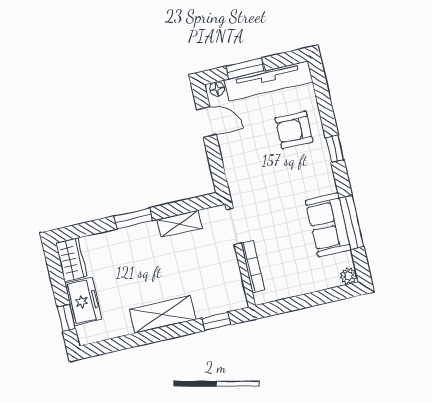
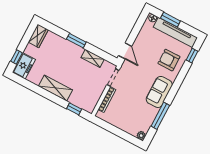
door: (207, 122) -> (125, 51), moved
window: (335, 149) -> (192, 56), moved
sofa: (328, 225) -> (159, 92), moved
freezer: (83, 301) -> (24, 66), moved

